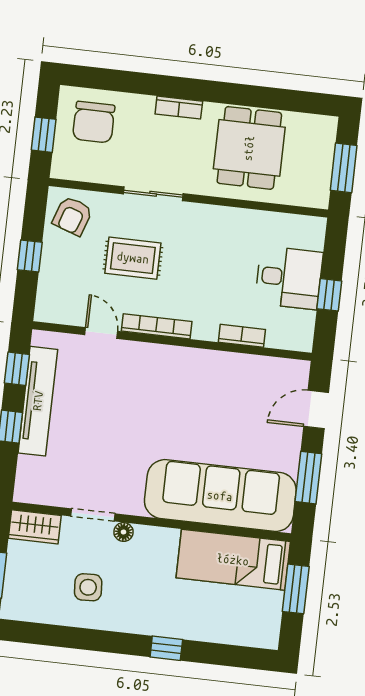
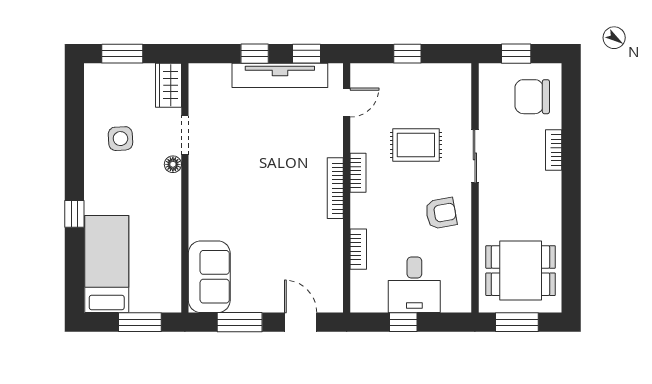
bookcase: (179, 108) -> (554, 150), moved
dining table: (249, 148) -> (521, 271), moved
armchair: (72, 216) -> (441, 213), moved, turned 151
rug: (133, 258) -> (416, 145), turned 90
bookcase: (157, 326) -> (358, 173), width x0.64
door: (101, 333) -> (347, 103), moved
bookcase: (171, 354) -> (335, 188), added
sofa: (220, 496) -> (209, 277), width x0.54, depth x0.79
bed: (233, 560) -> (107, 264), moved

